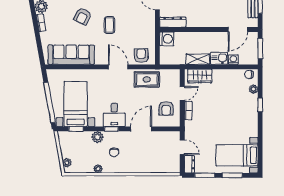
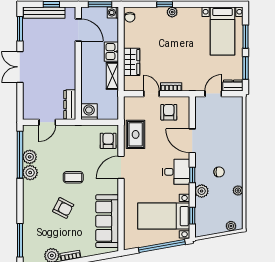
armchair: (141, 56) -> (108, 141), turned 90
washing machine: (233, 60) -> (113, 13), moved
wardrobe: (200, 76) -> (132, 62), moved
plant: (253, 89) -> (172, 12), moved
armchair: (166, 108) -> (169, 112), turned -90

